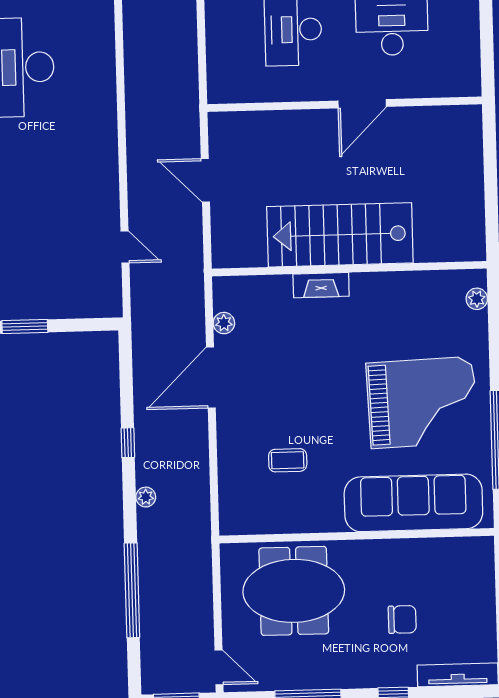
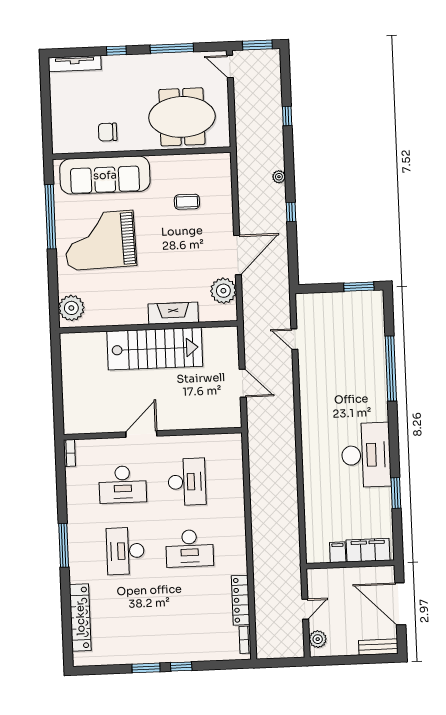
bookcase: (473, 76) -> (70, 453), added
fireplace: (321, 285) -> (173, 313), width x1.37, depth x1.32
plant: (477, 299) -> (71, 308), width x1.88, depth x1.88
plant: (224, 323) -> (223, 291), width x1.87, depth x1.87
window: (132, 590) -> (287, 116), width x0.32
chair: (402, 619) -> (108, 132), moved

